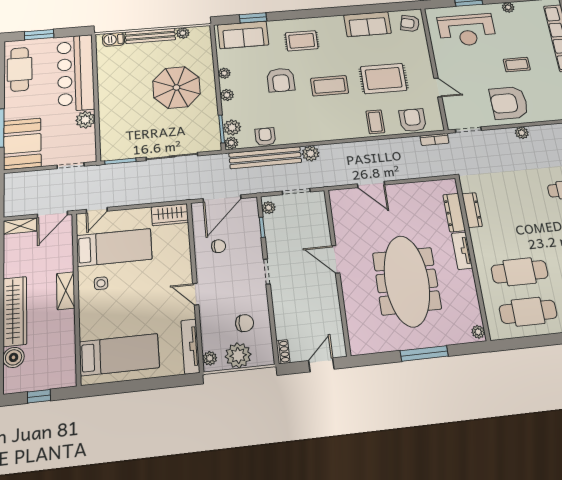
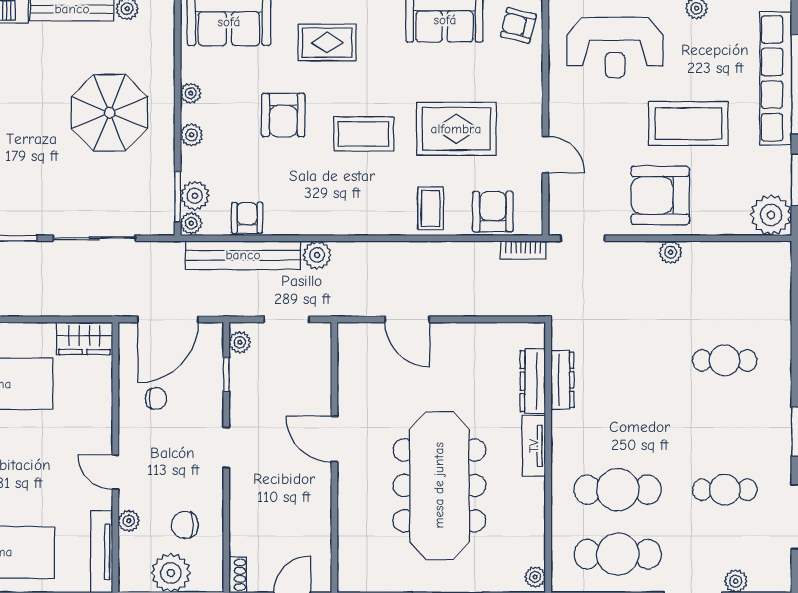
coffee table: (517, 65) -> (688, 124), width x1.86, depth x1.72
chair: (245, 323) -> (185, 525), turned 180
plant: (210, 358) -> (129, 521), moved

